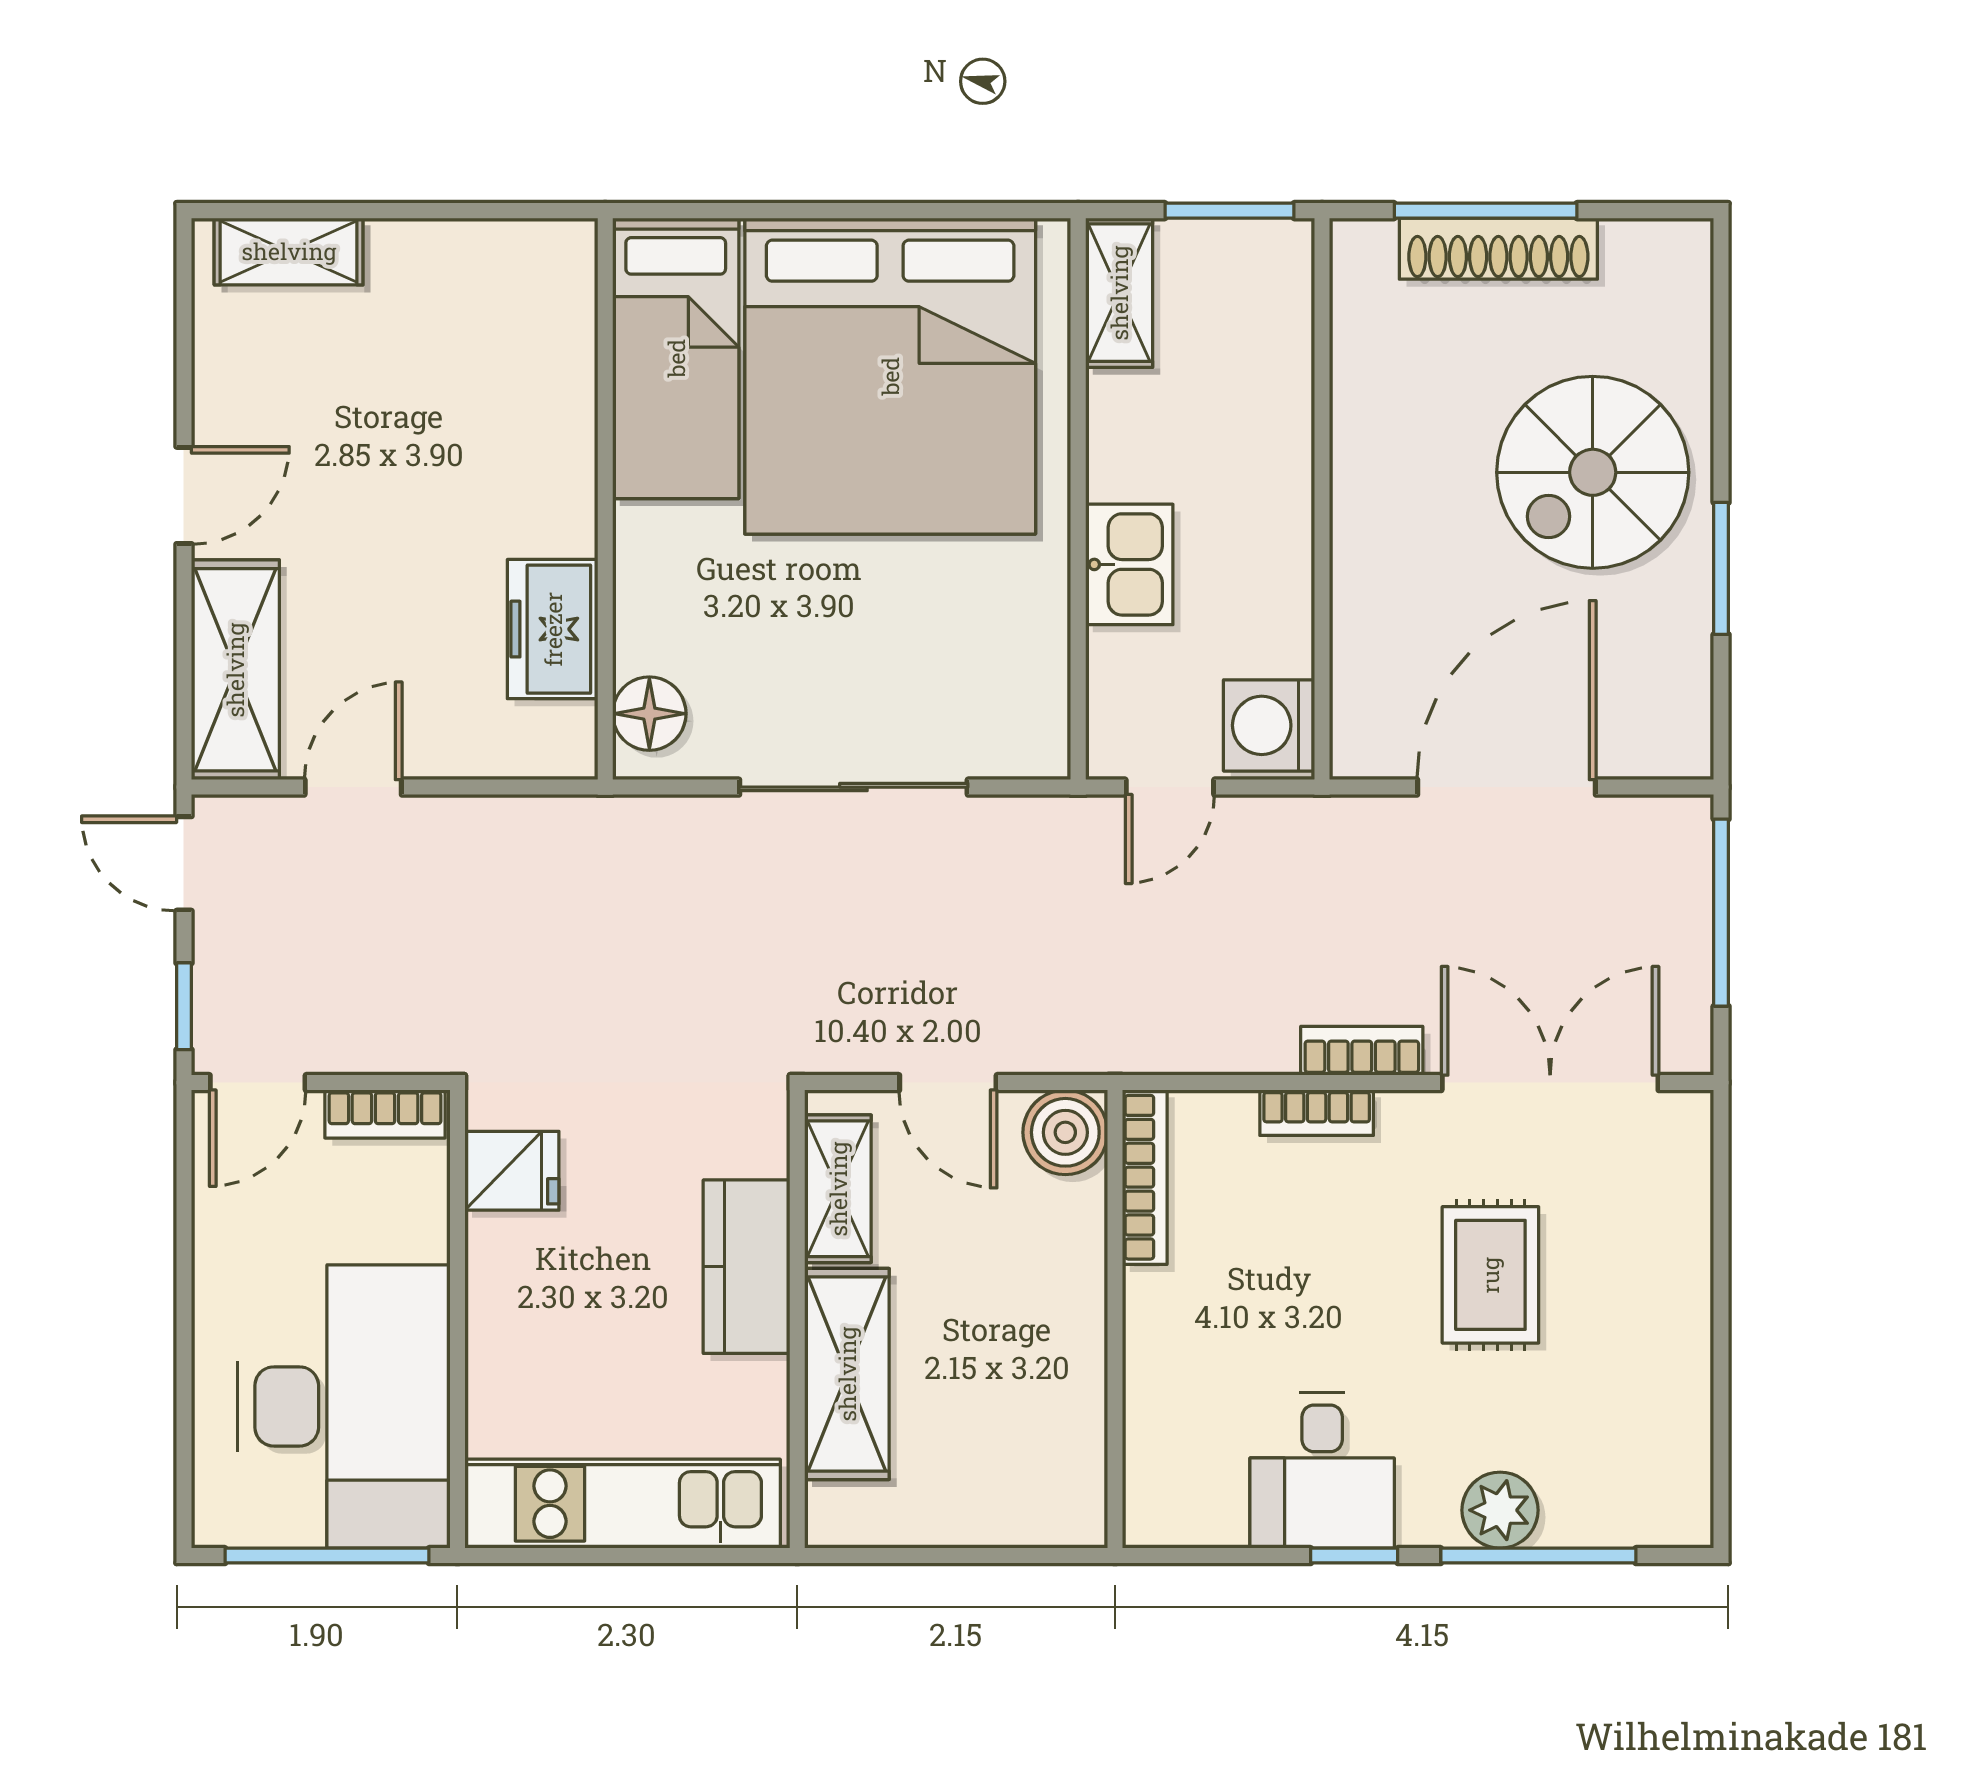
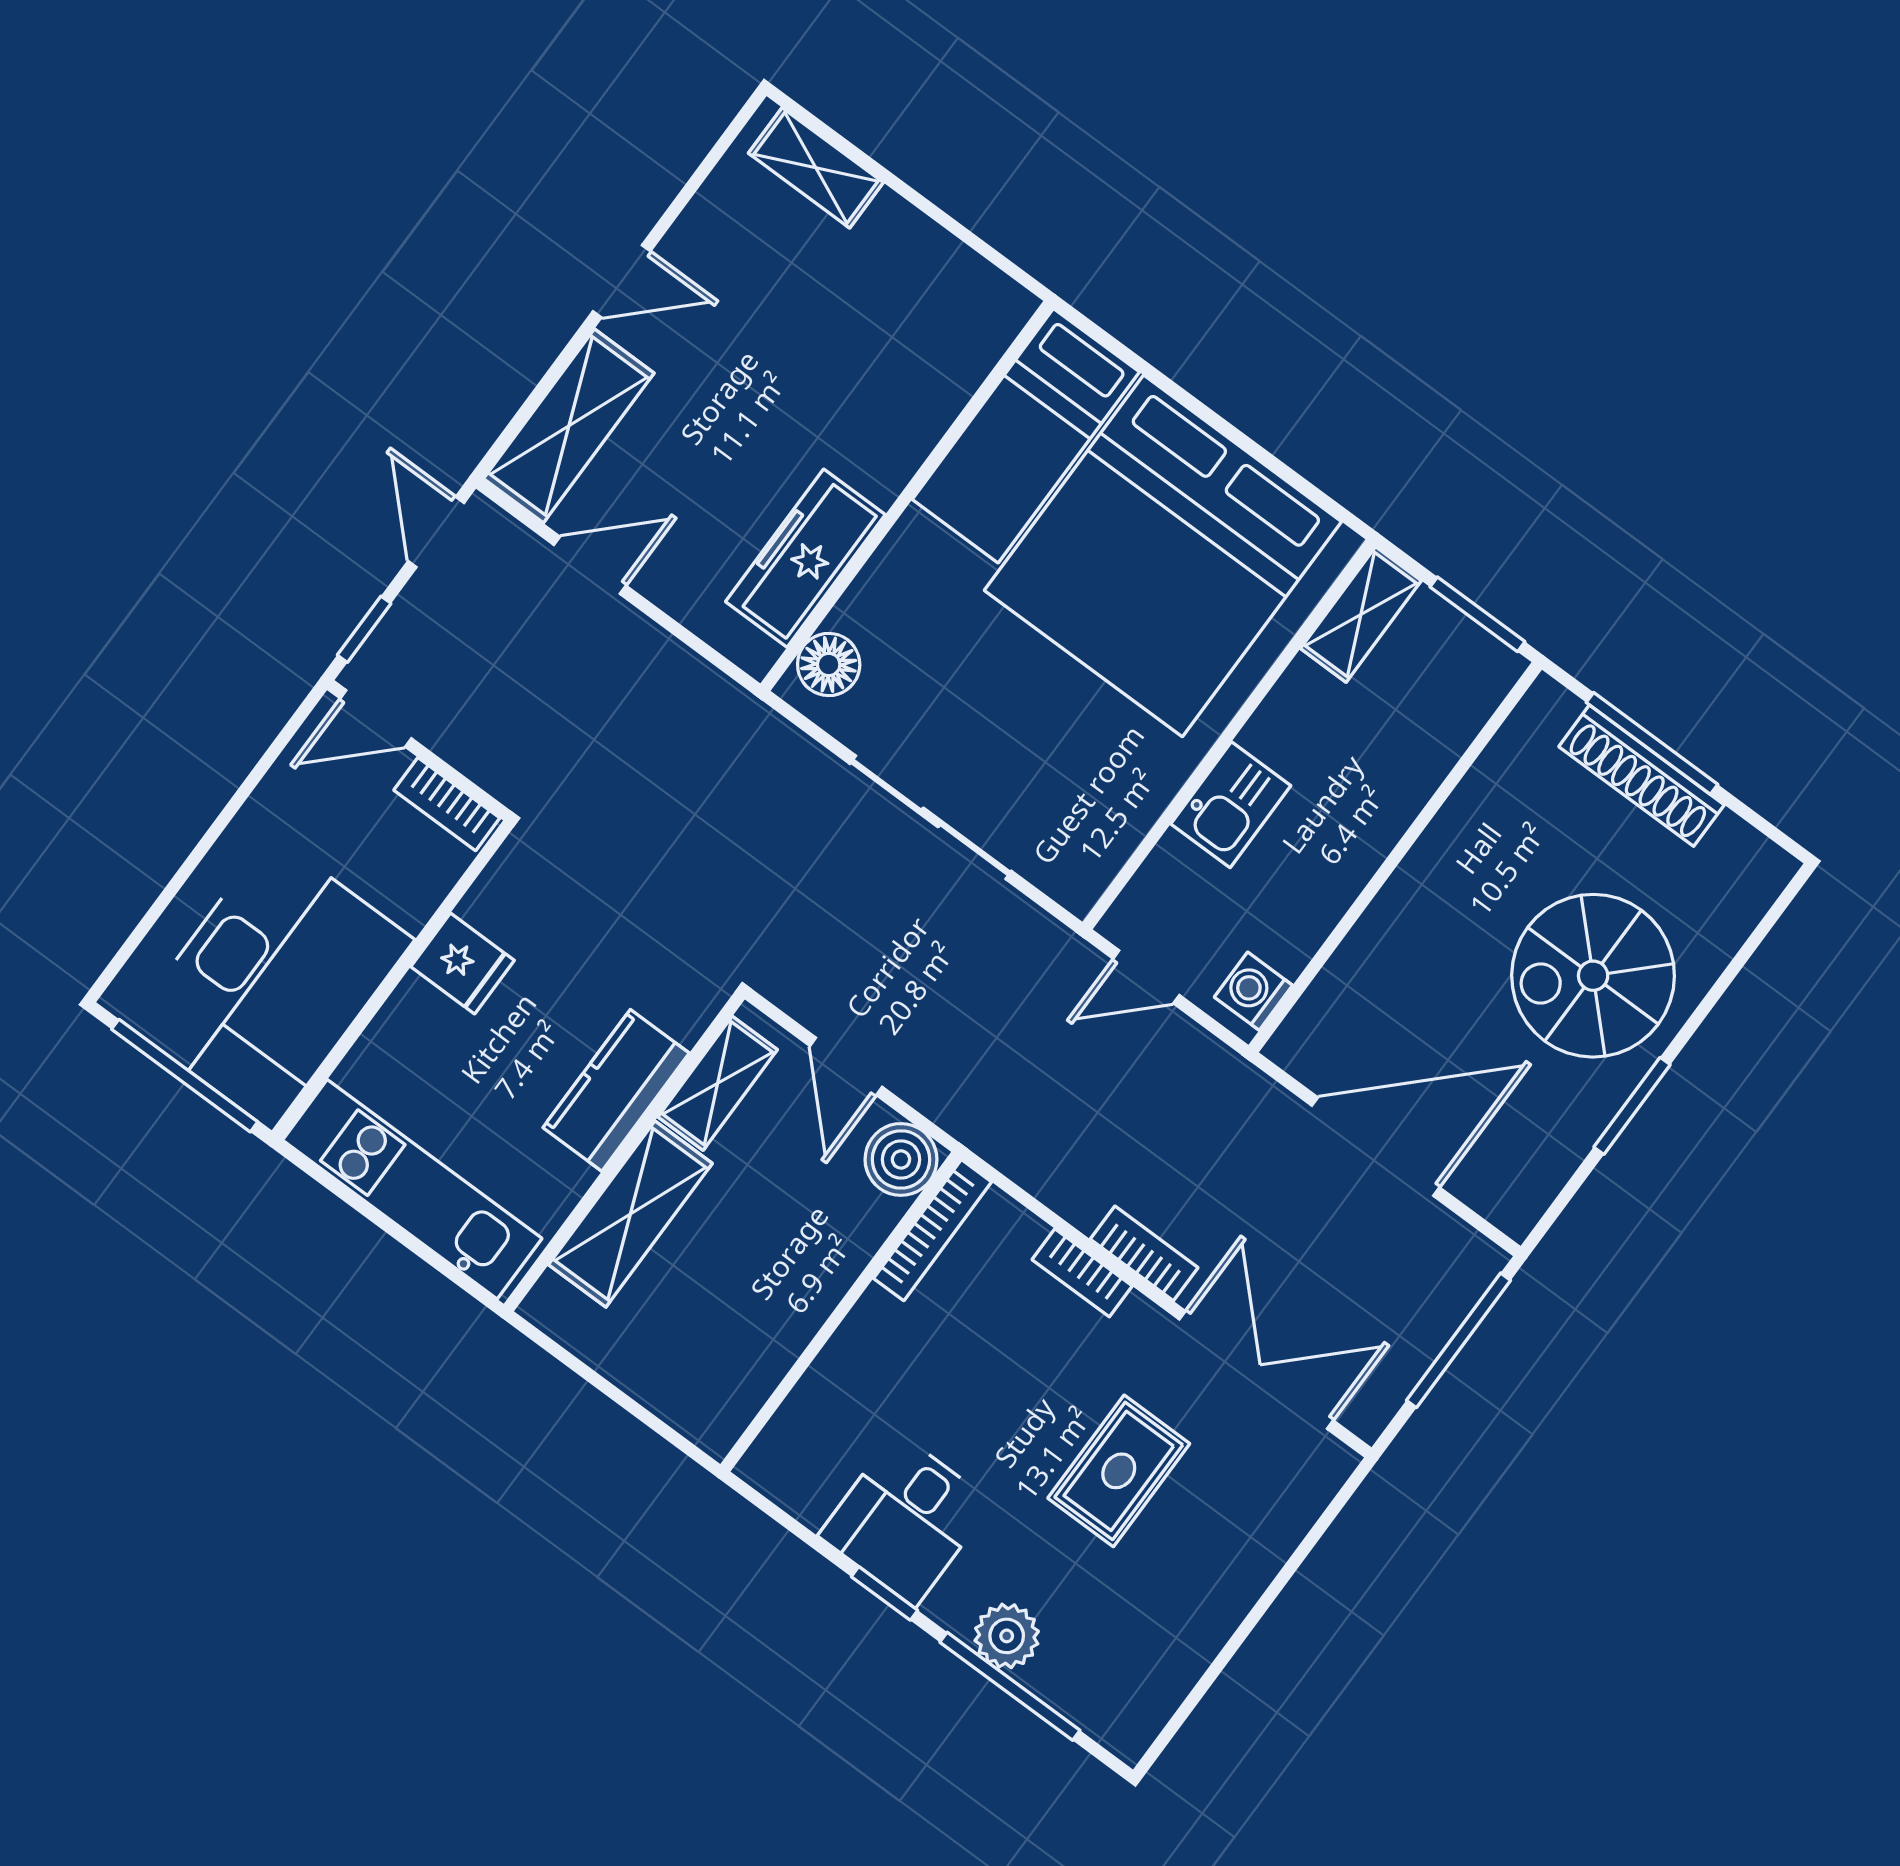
freezer: (553, 629) -> (805, 558), width x1.40
washing machine: (1269, 725) -> (1253, 991), width x0.73, depth x0.73
fridge: (512, 1171) -> (462, 964), moved

